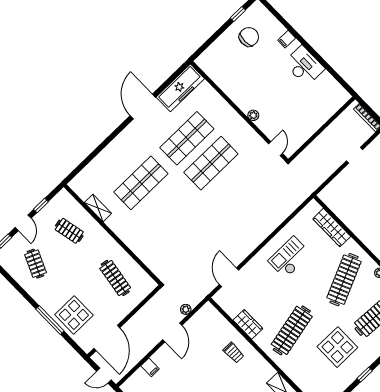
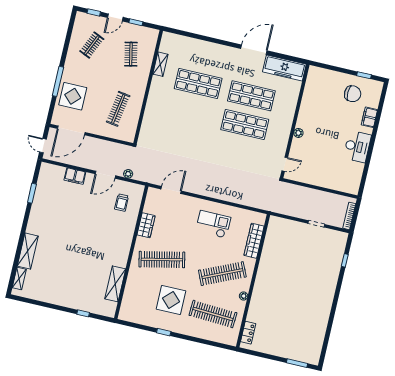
filing cabinet: (287, 39) -> (369, 117), width x2.00
trolley: (234, 353) -> (122, 203), moved
filing cabinet: (150, 367) -> (75, 176), width x2.00

